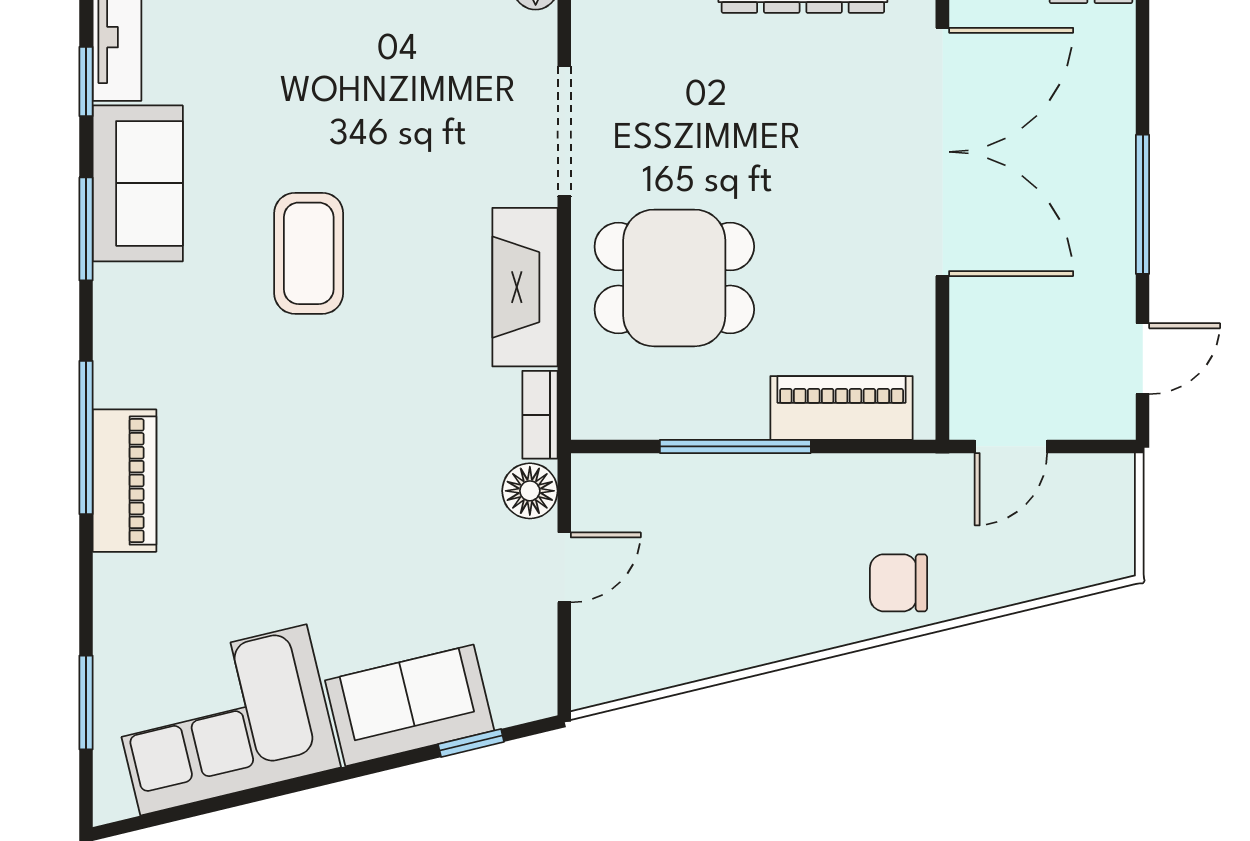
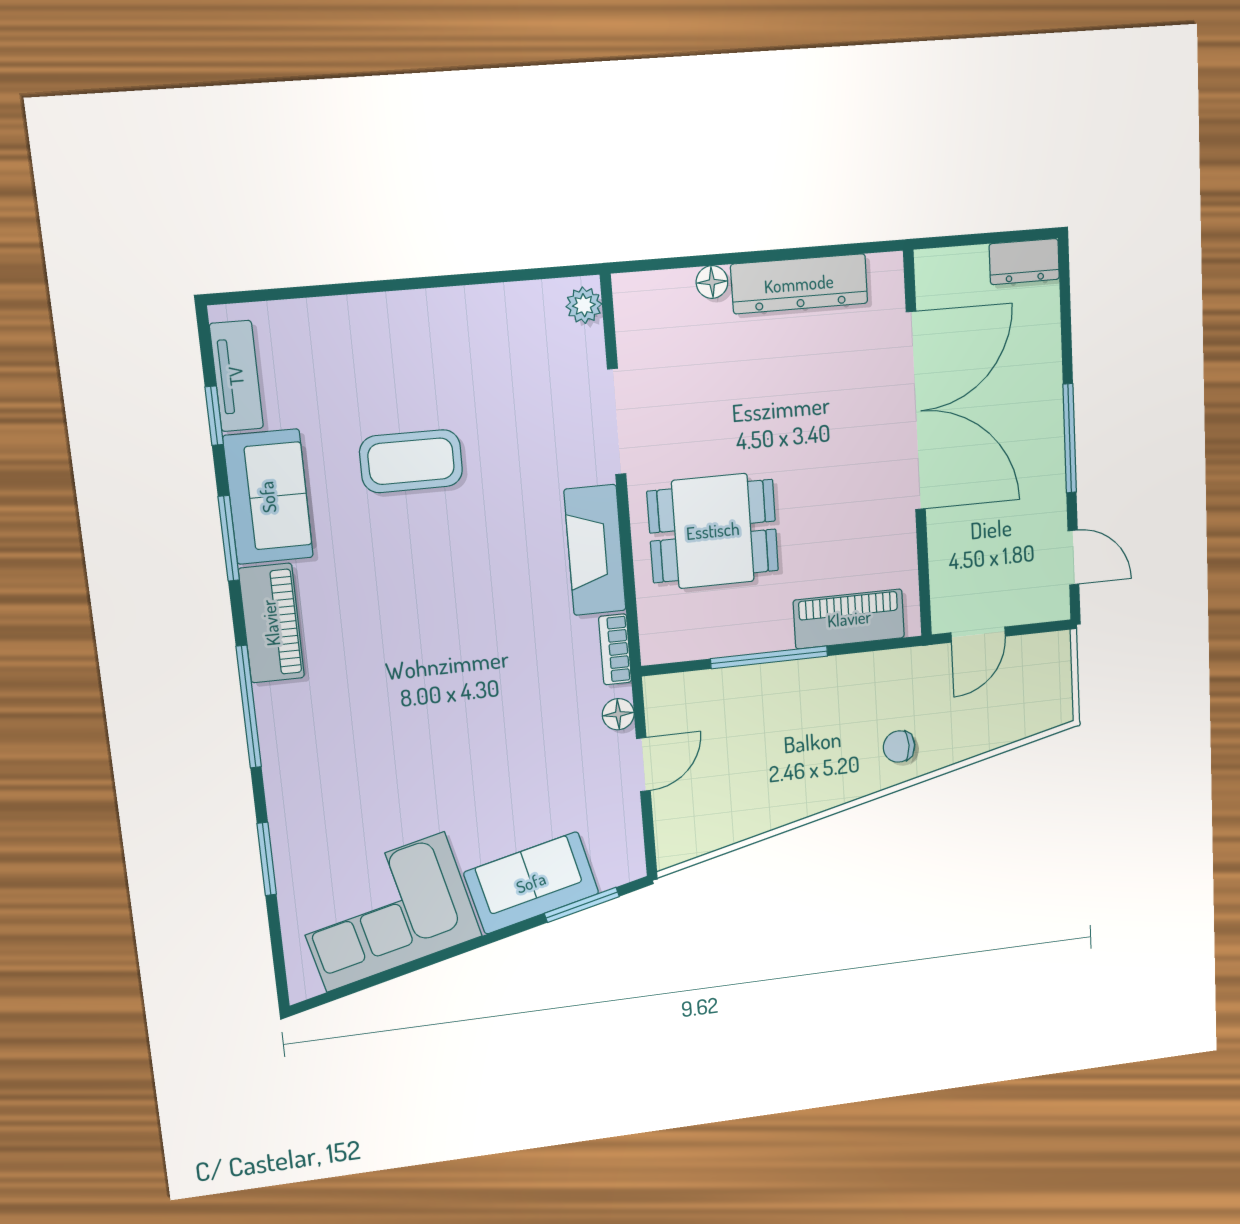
coffee table: (309, 253) -> (411, 461), moved, turned 90
door: (1143, 359) -> (1073, 558), hinge flipped
piano: (124, 481) -> (271, 623), moved
floor lamp: (530, 491) -> (618, 714), width x0.73, depth x0.73
chair: (899, 583) -> (899, 746), width x0.73, depth x0.73
window: (86, 703) -> (267, 859), moved
window: (471, 743) -> (582, 905), width x1.50

